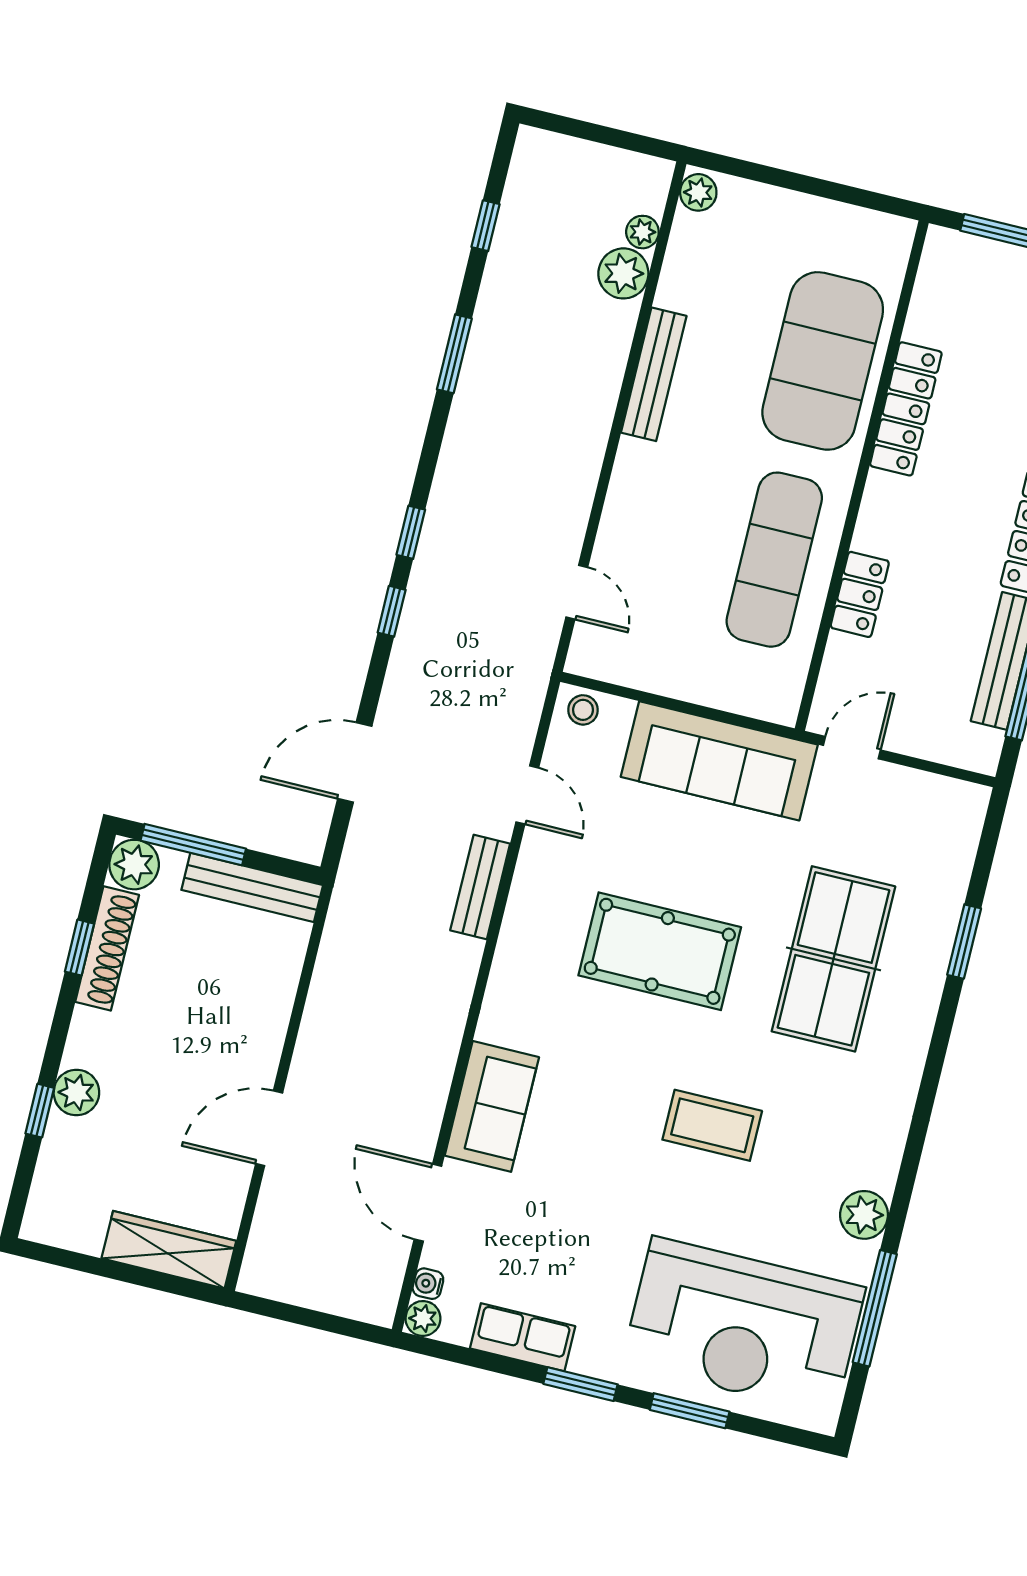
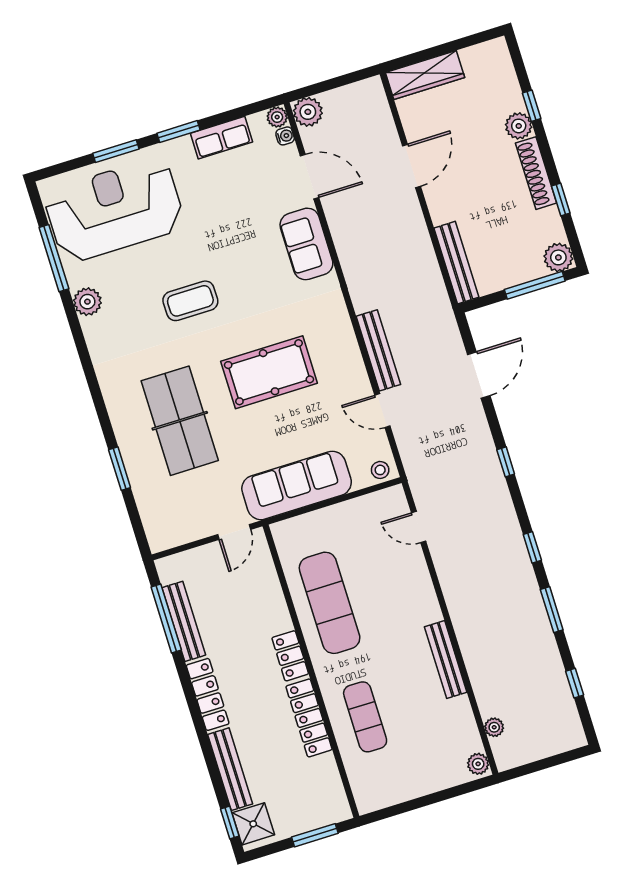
plant: (623, 273) -> (308, 112), moved
exercise mat: (823, 361) -> (365, 717), width x0.50, depth x0.69
window: (411, 532) -> (532, 547), moved
locker: (860, 594) -> (290, 656), moved
bench: (252, 887) -> (456, 263), moved, turned 90
bench: (480, 887) -> (378, 350), width x1.36
shoe rack: (107, 948) -> (536, 173), moved

